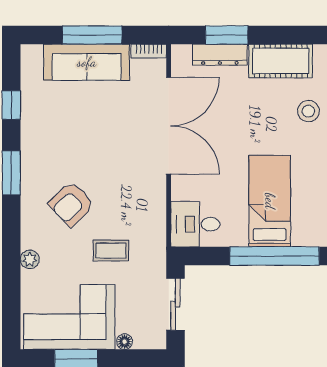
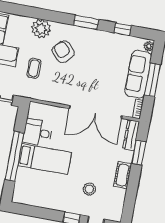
plant: (33, 53) -> (149, 46), added
dresser: (220, 55) -> (131, 135), moved
cot: (281, 61) -> (122, 175), width x0.73, depth x0.75
desk: (195, 224) -> (38, 132), moved, turned -90
plant: (30, 259) -> (41, 29), width x1.87, depth x1.87

